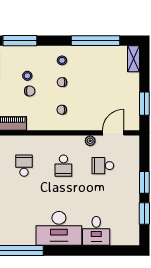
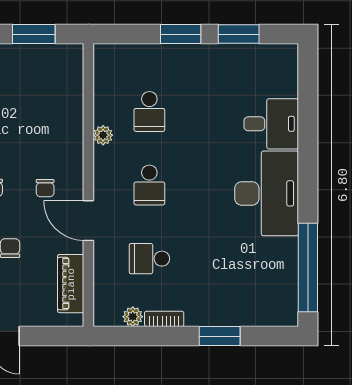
door: (113, 133) -> (88, 221), moved
school desk: (63, 166) -> (149, 185), turned 90

